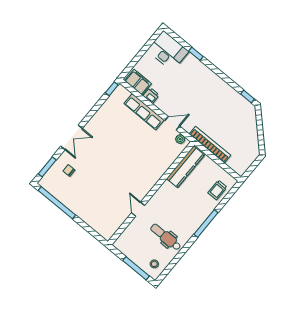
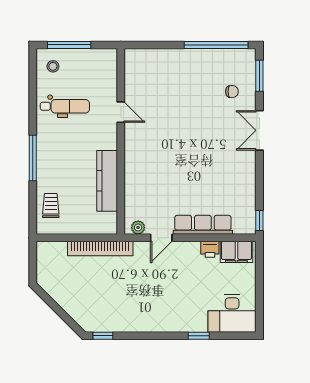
kitchen counter: (185, 167) -> (107, 181), moved

